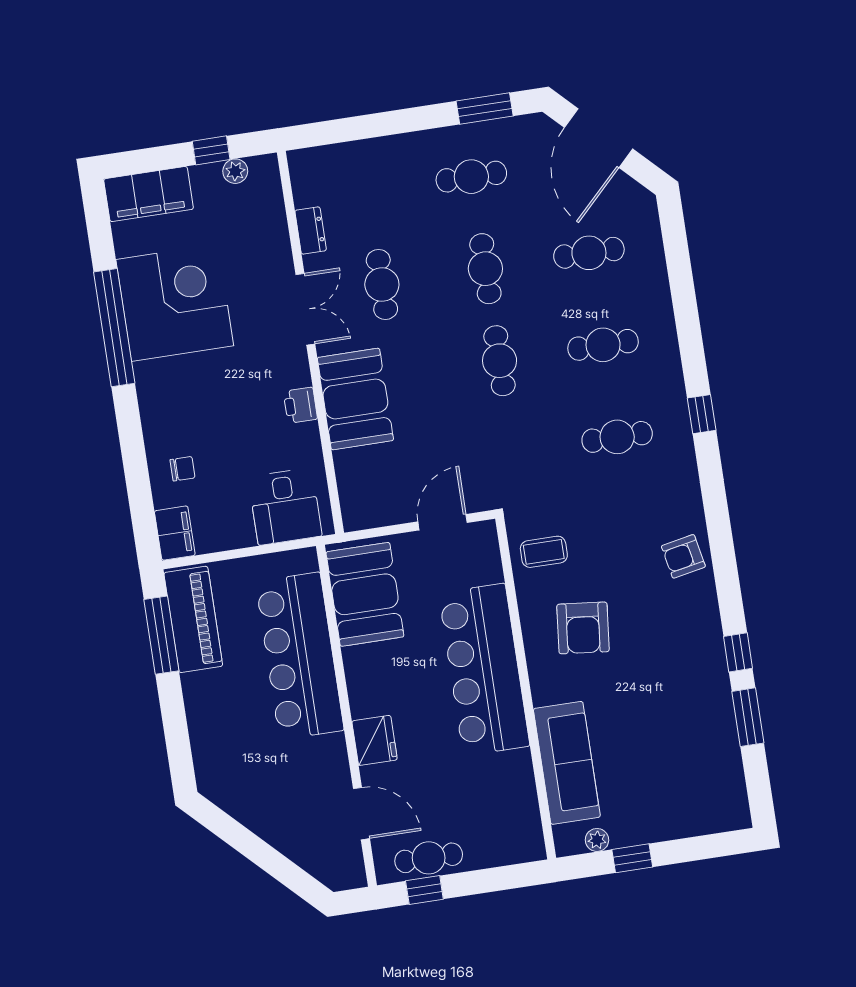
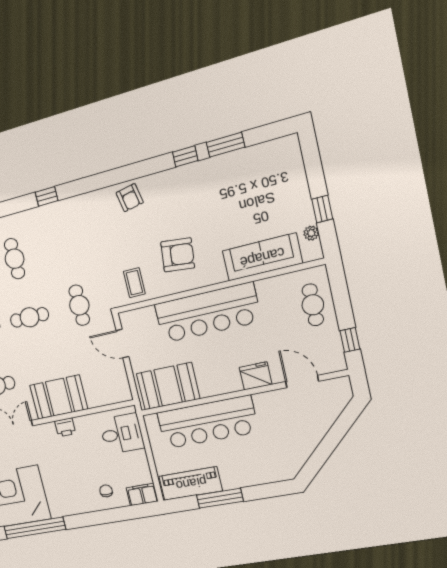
cafe table: (617, 437) -> (79, 305), moved
window: (161, 635) -> (220, 498), moved
door: (361, 814) -> (302, 381), hinge flipped
cafe table: (429, 858) -> (313, 305), moved

